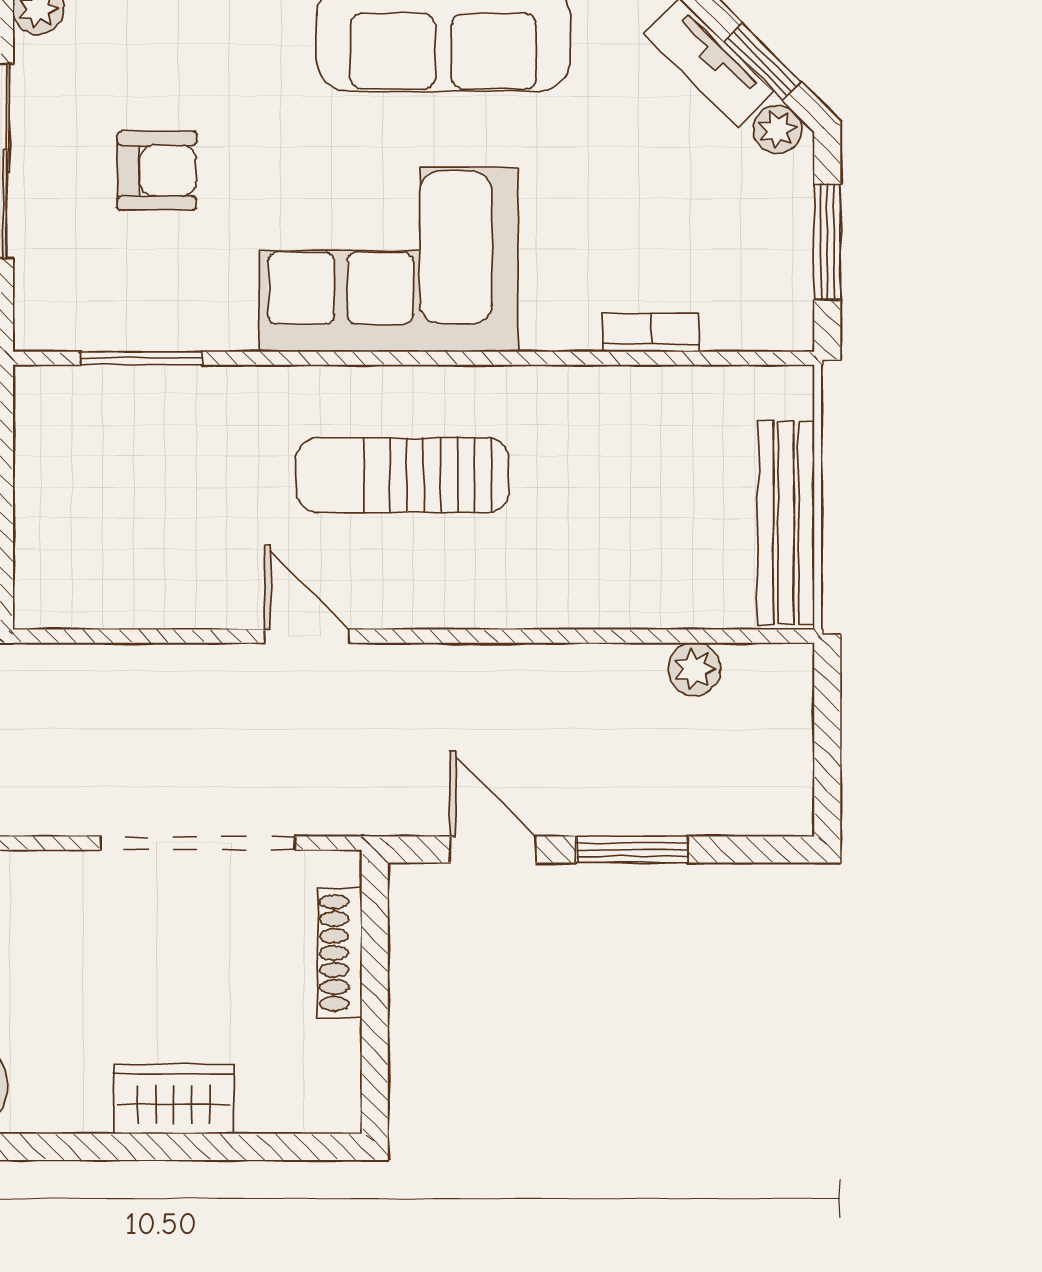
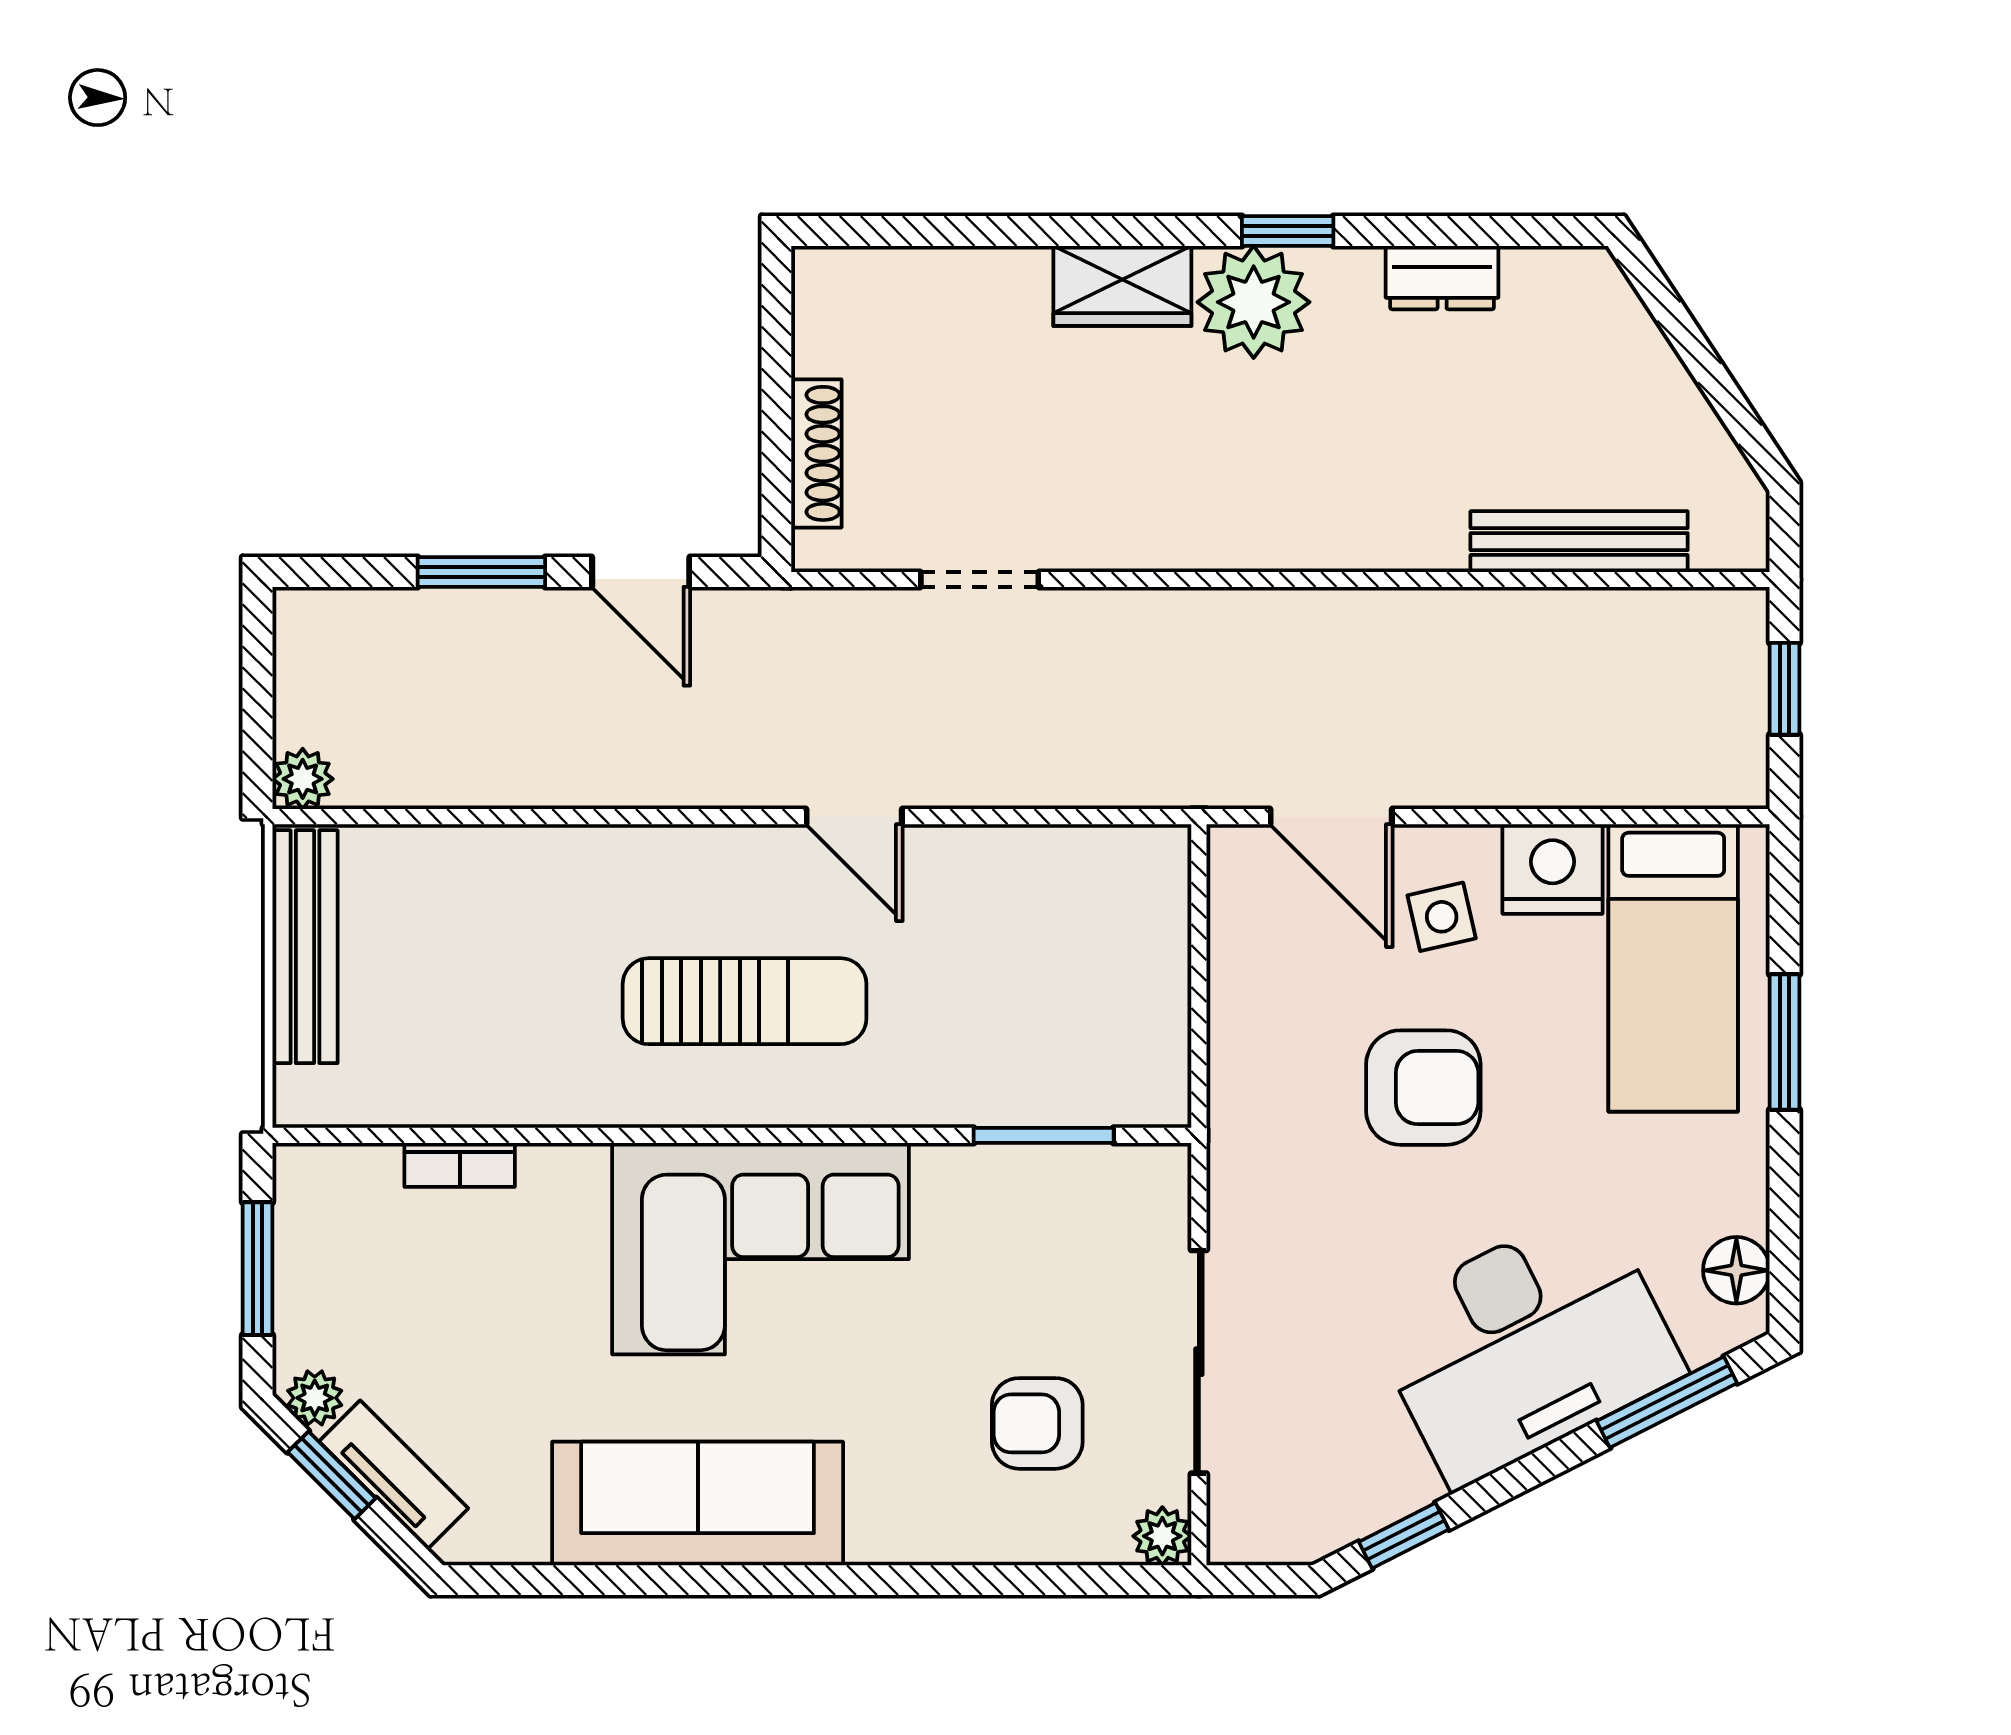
armchair: (157, 171) -> (1037, 1423), moved
plant: (694, 669) -> (303, 779), moved
doorway: (198, 843) -> (980, 579), width x0.53
wardrobe: (174, 1099) -> (1122, 286), moved

